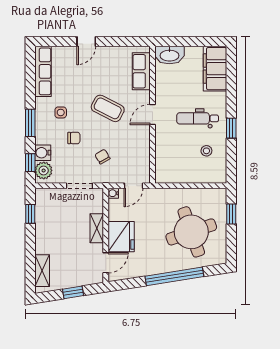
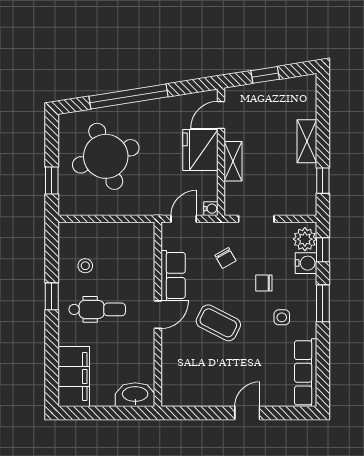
row of seats: (141, 71) -> (173, 275), moved
shelving: (42, 271) -> (307, 141), moved

